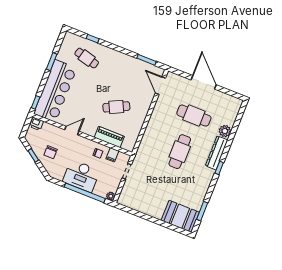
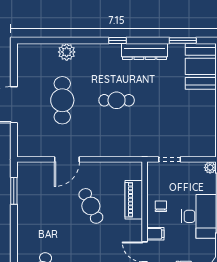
door: (160, 86) -> (67, 159), moved
cafe table: (180, 152) -> (117, 100), width x0.73, depth x0.74
dresser: (217, 153) -> (145, 52), moved
filing cabinet: (112, 155) -> (155, 234), moved

